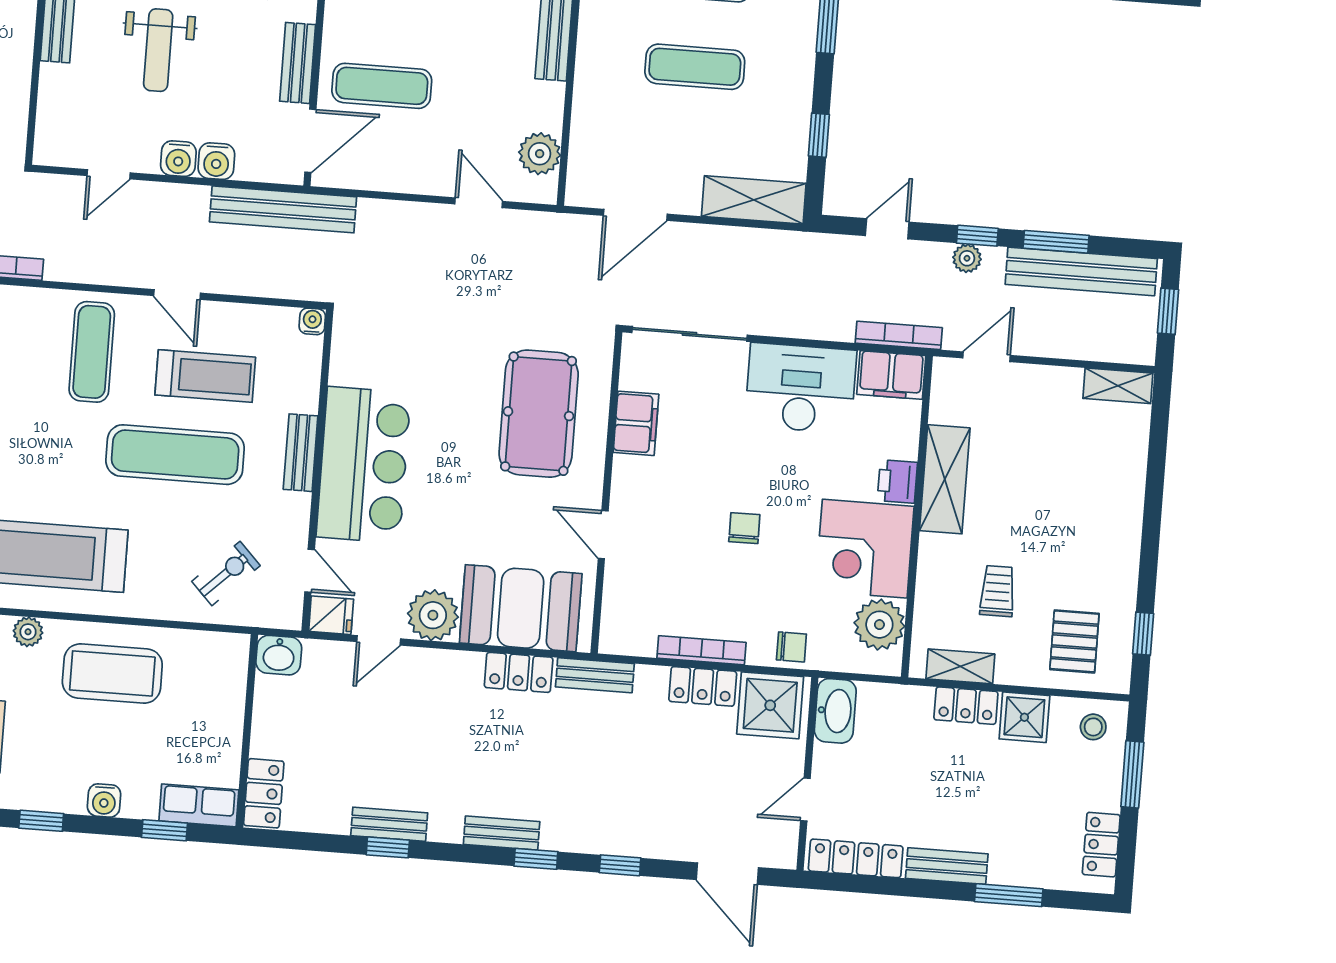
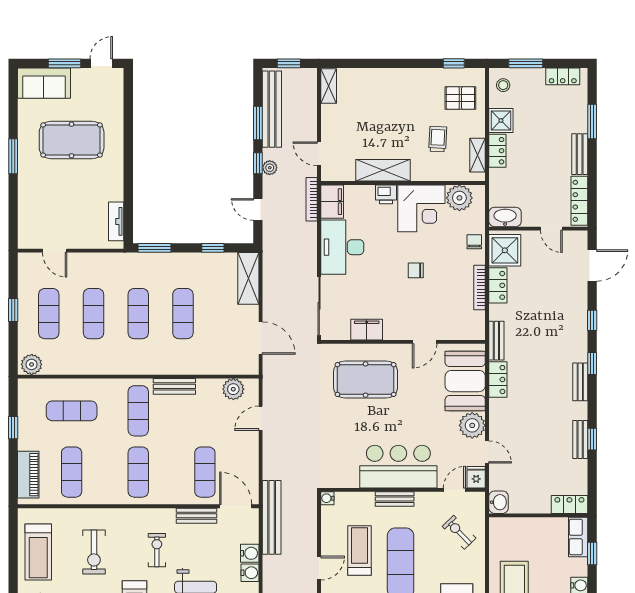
trolley: (998, 591) -> (438, 139), turned 93

